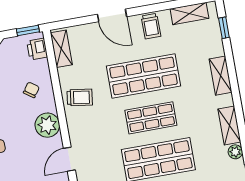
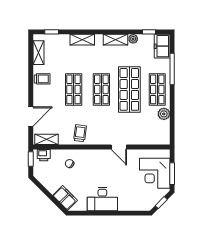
door: (112, 15) -> (31, 116), moved
shop shelf: (143, 76) -> (74, 89), width x0.70, depth x0.74
plant: (47, 125) -> (94, 157), removed

